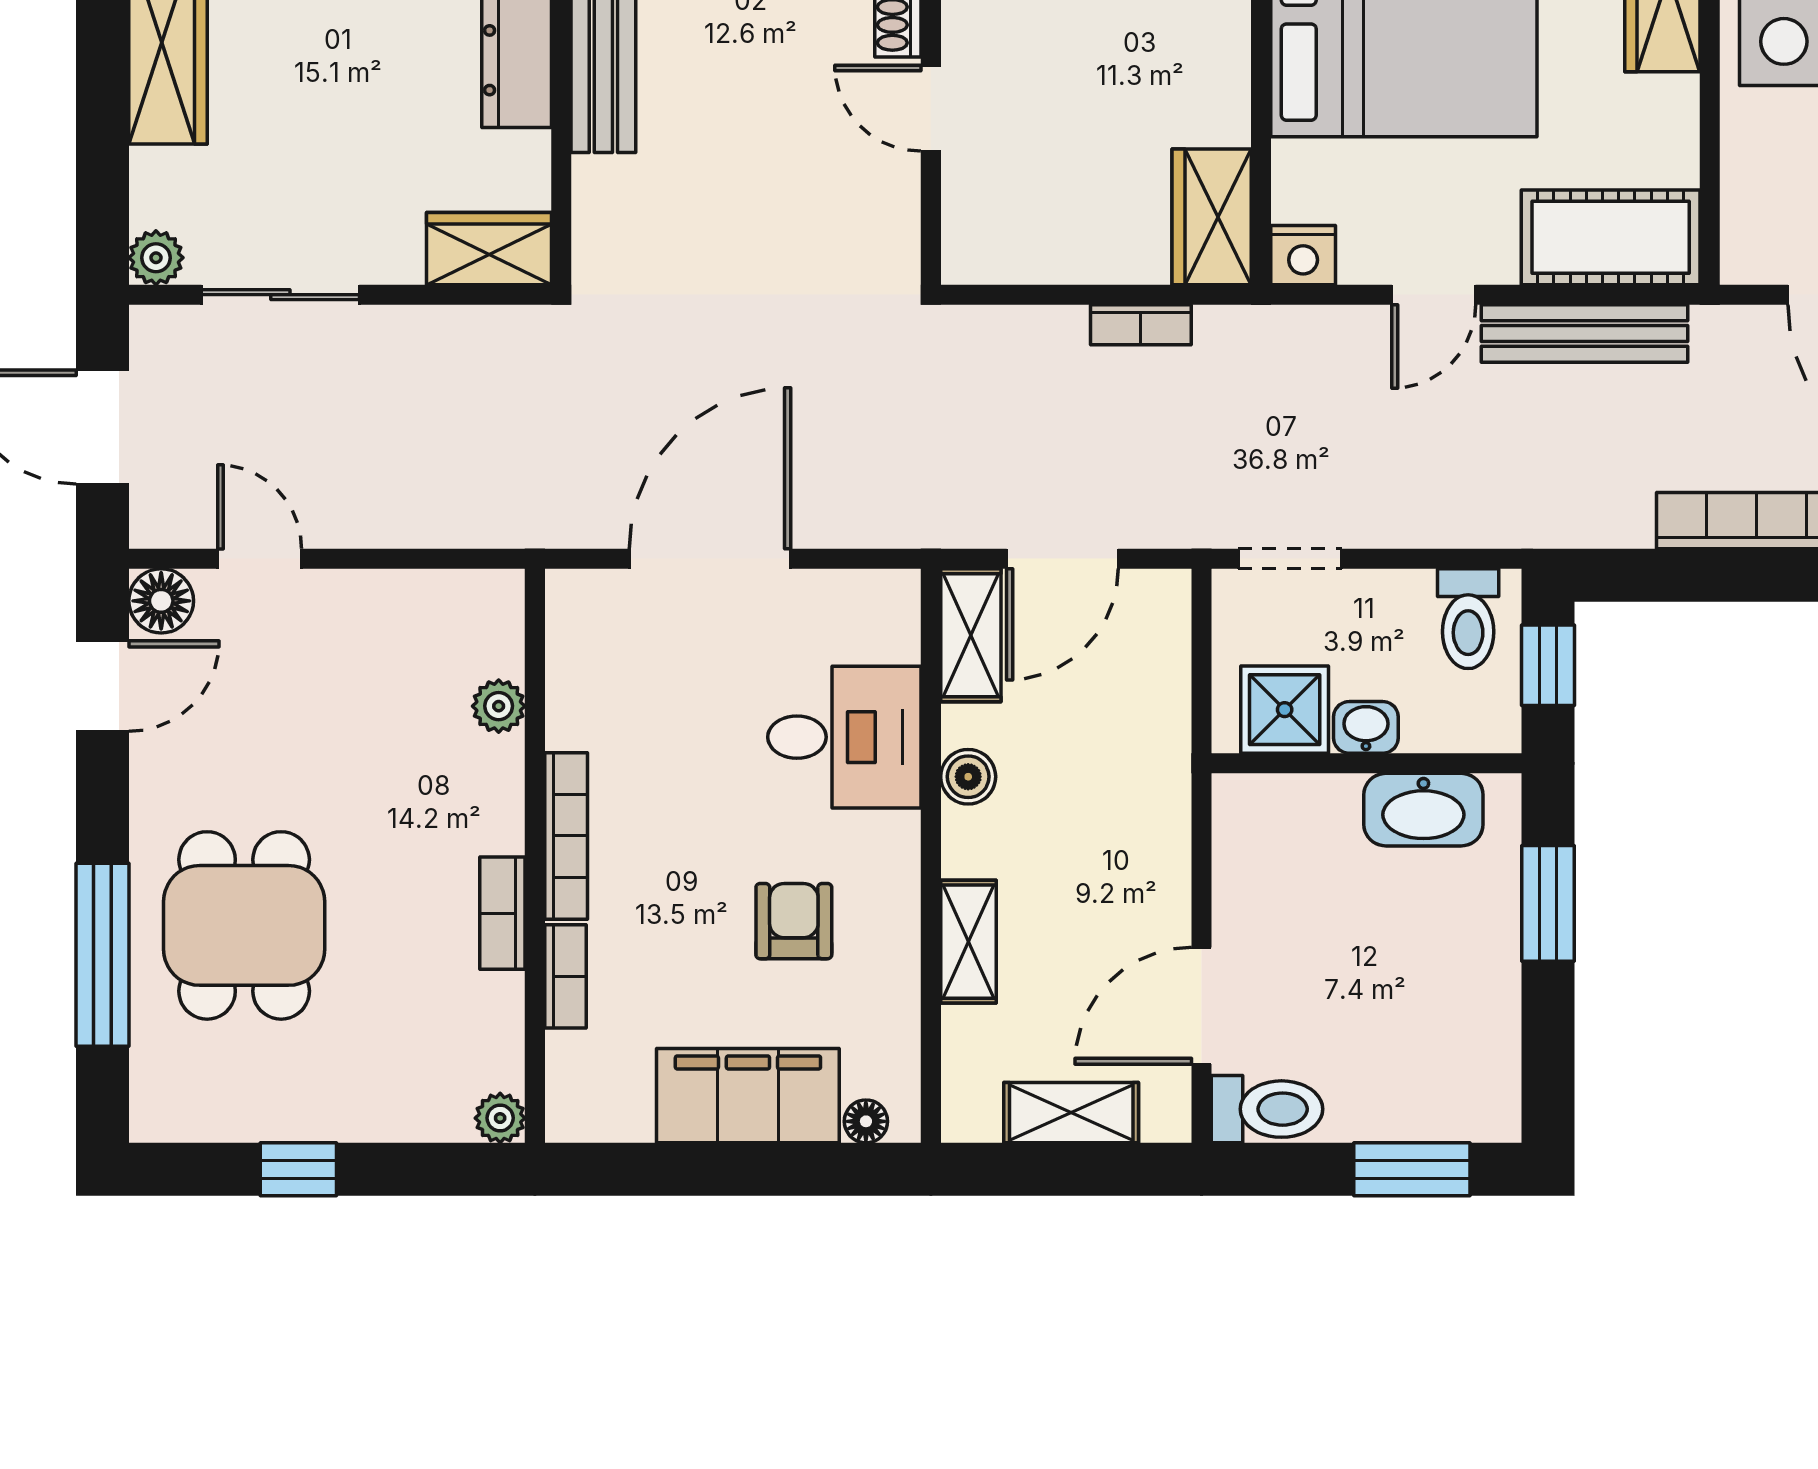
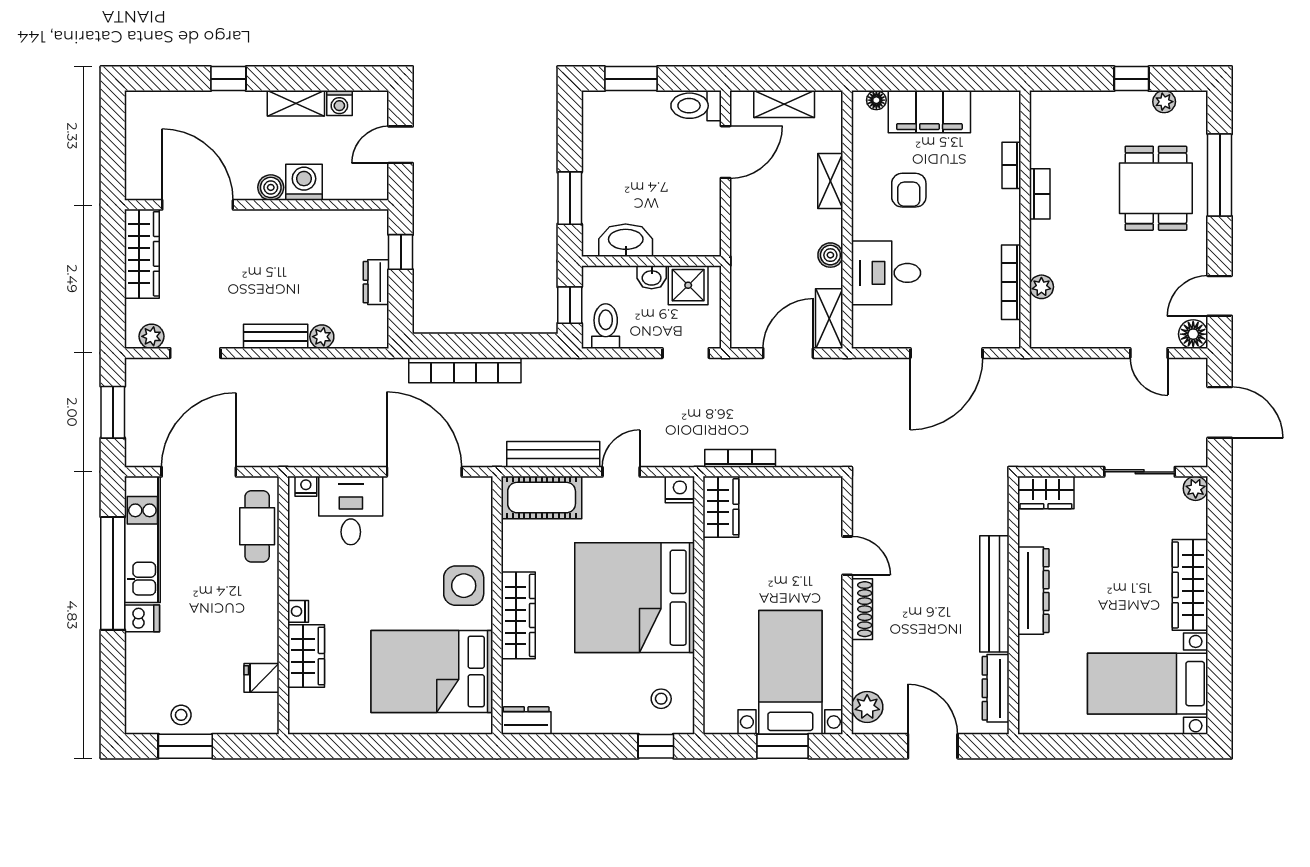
bookcase: (1141, 325) -> (740, 458), width x1.56
bookcase: (566, 836) -> (1011, 282), moved
plant: (500, 1118) -> (1164, 102), moved

